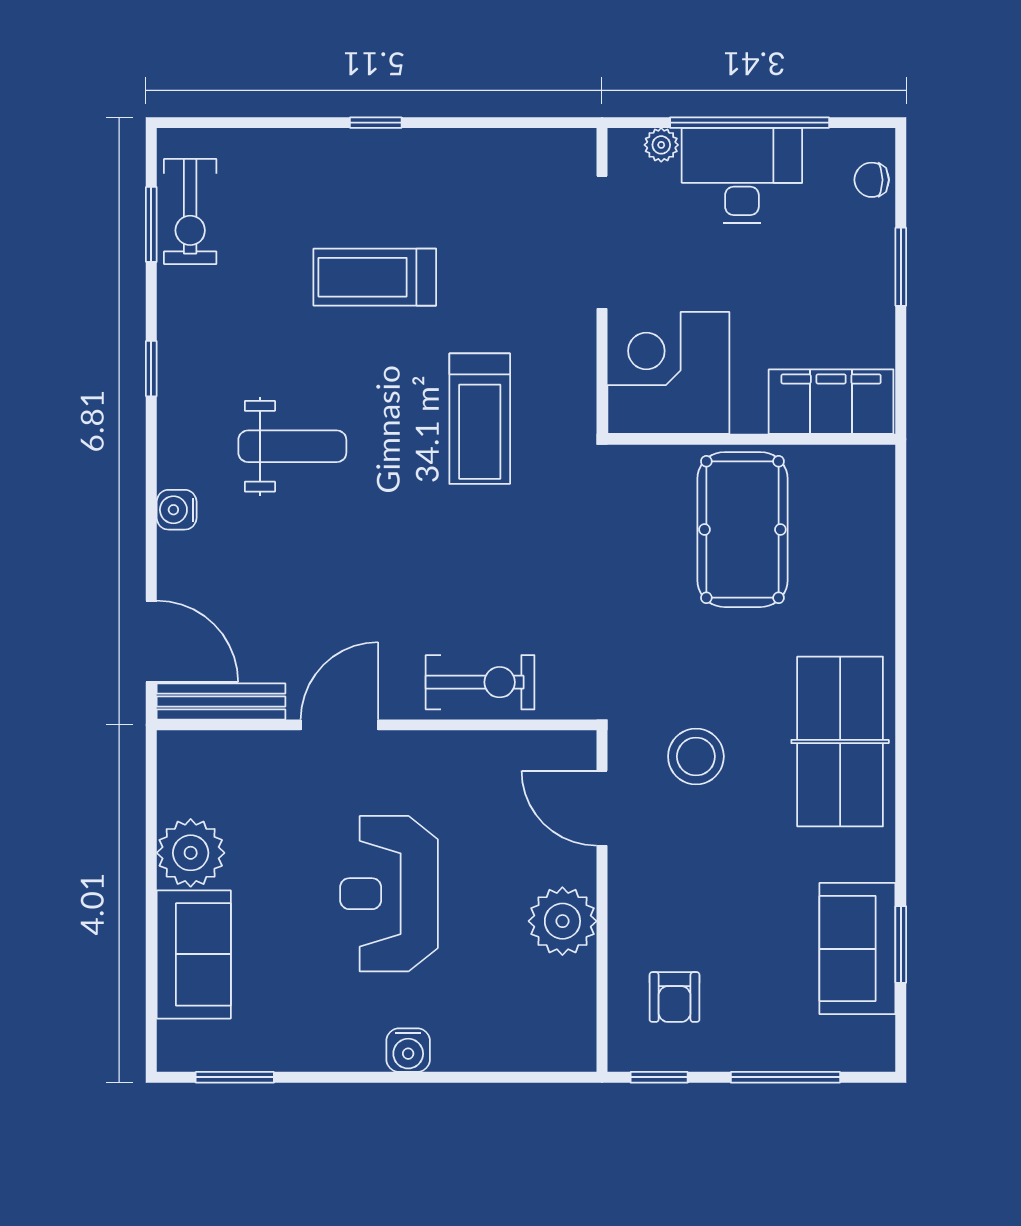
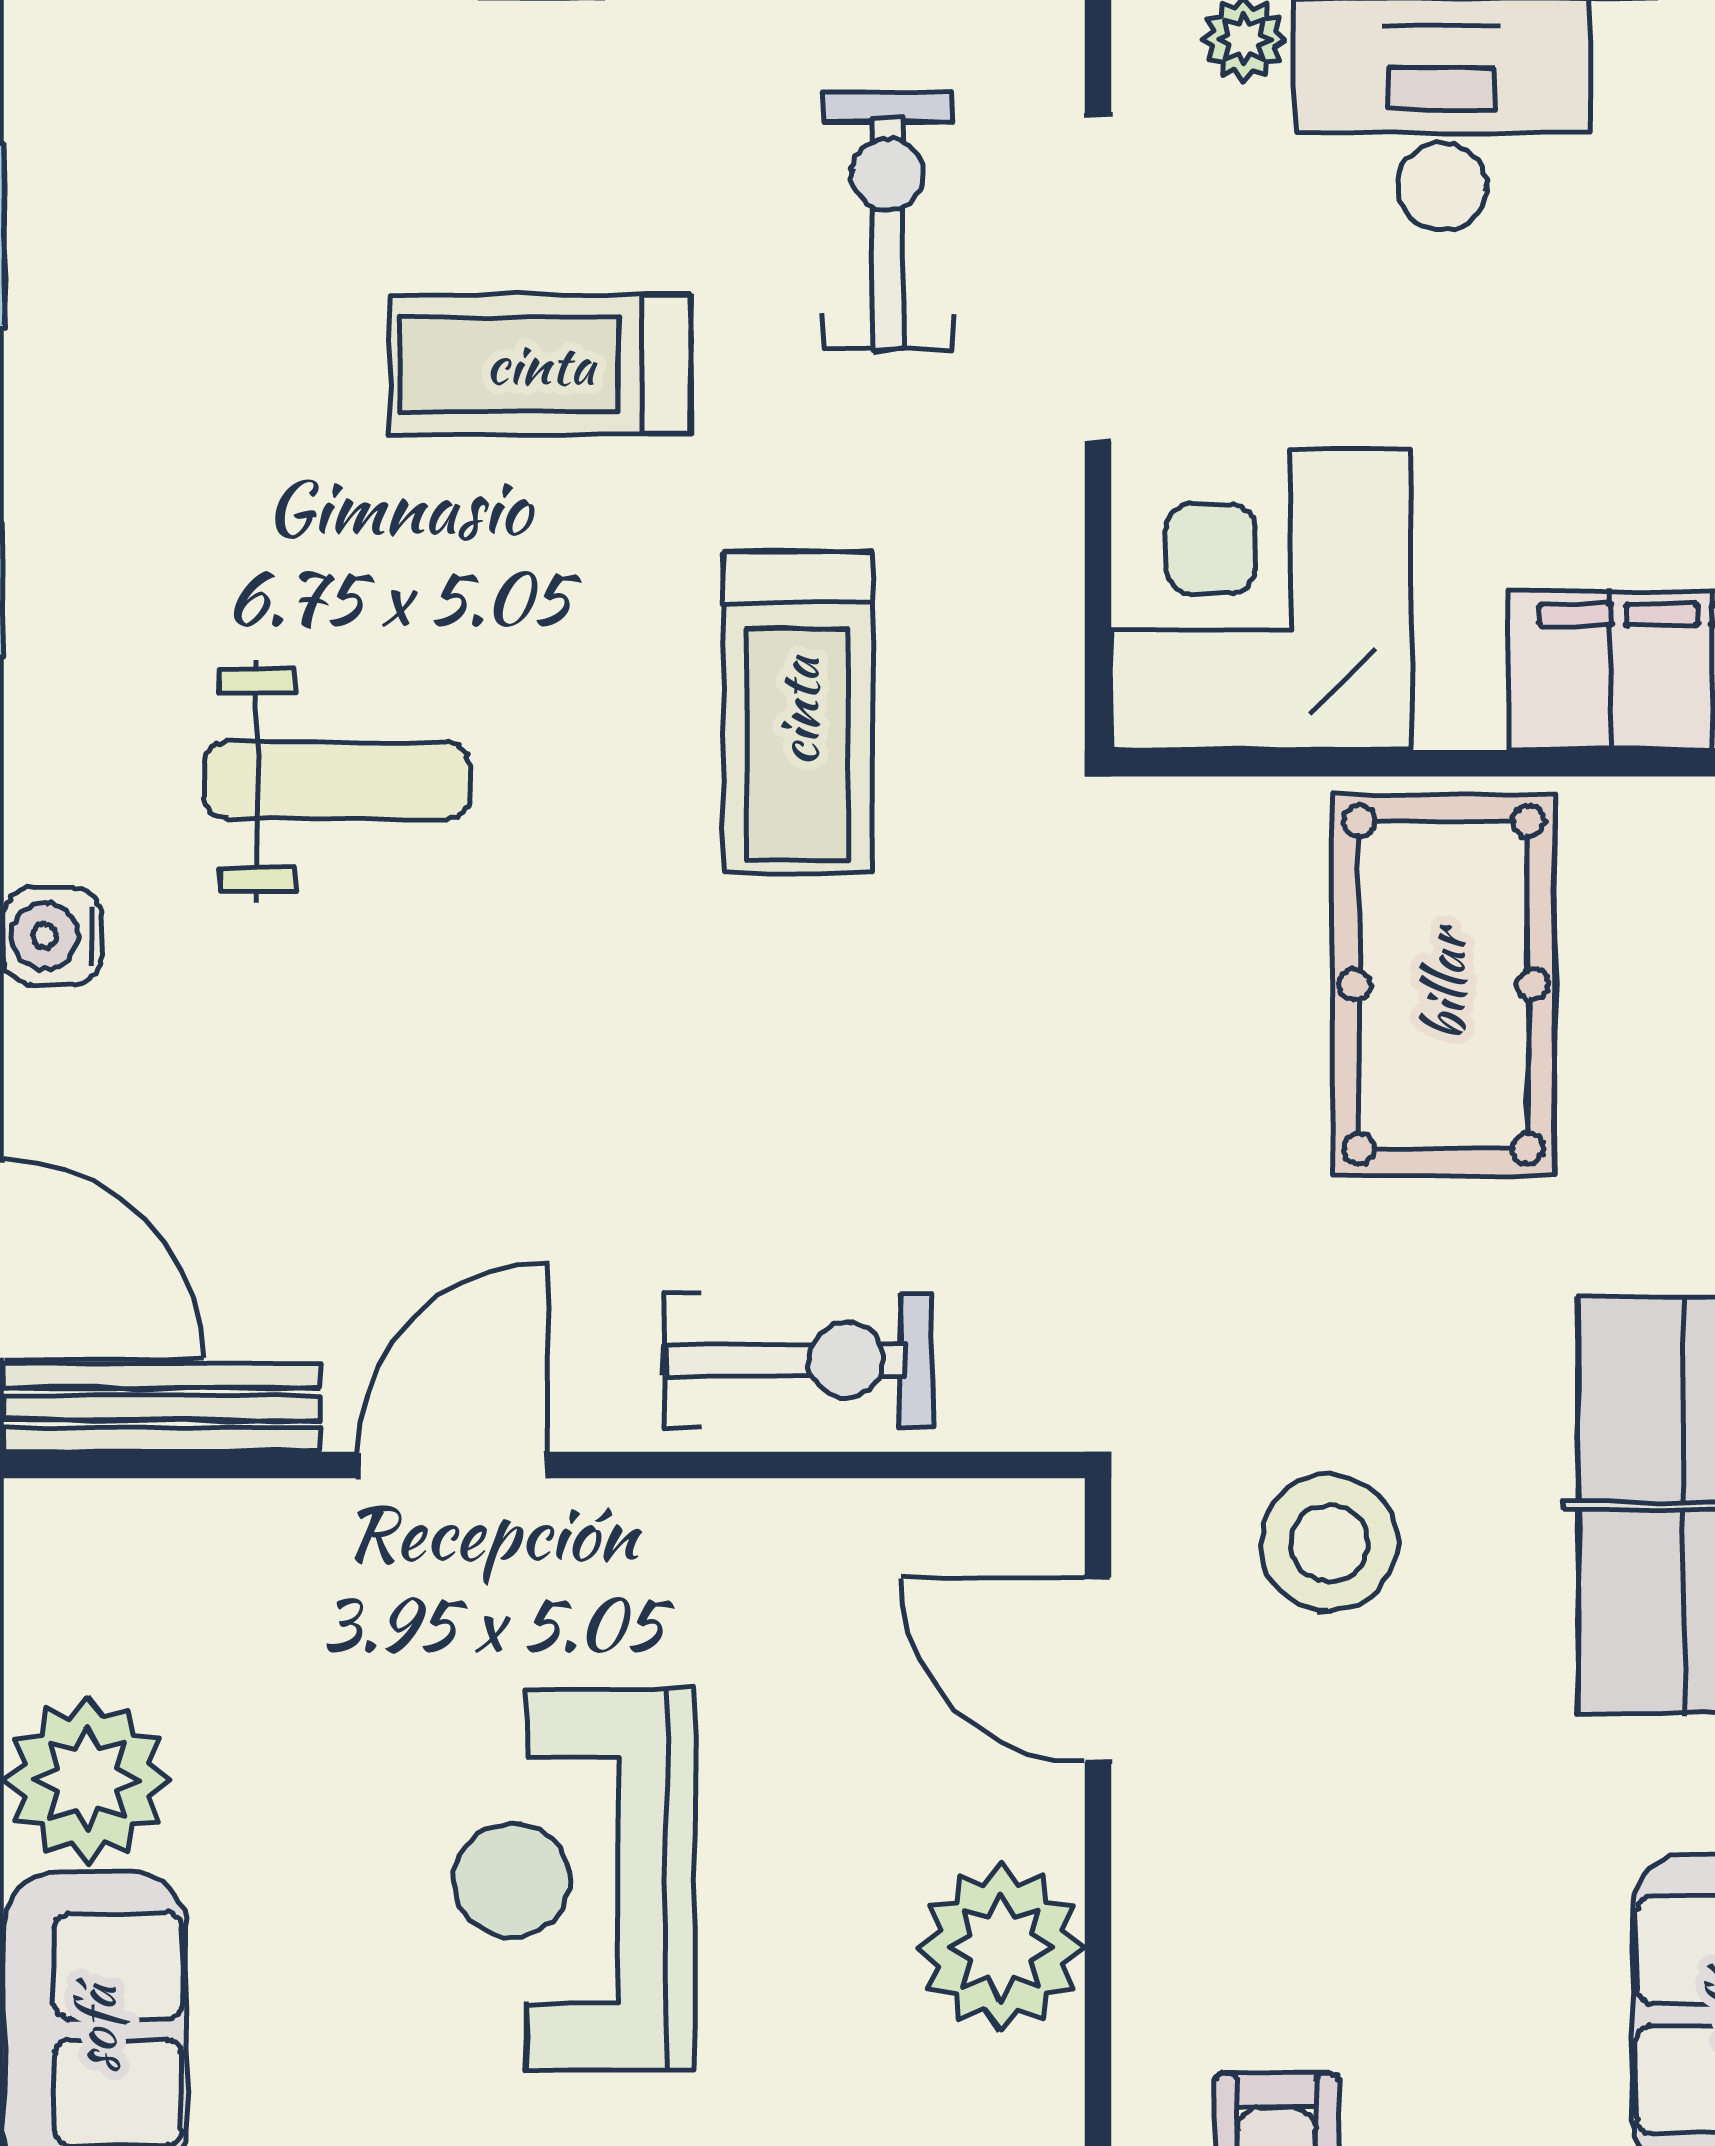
exercise bike: (190, 211) -> (888, 221), moved, turned 180

